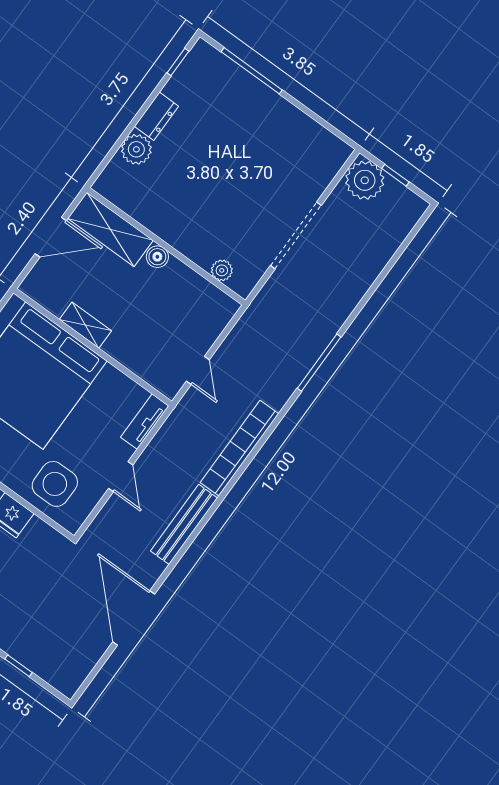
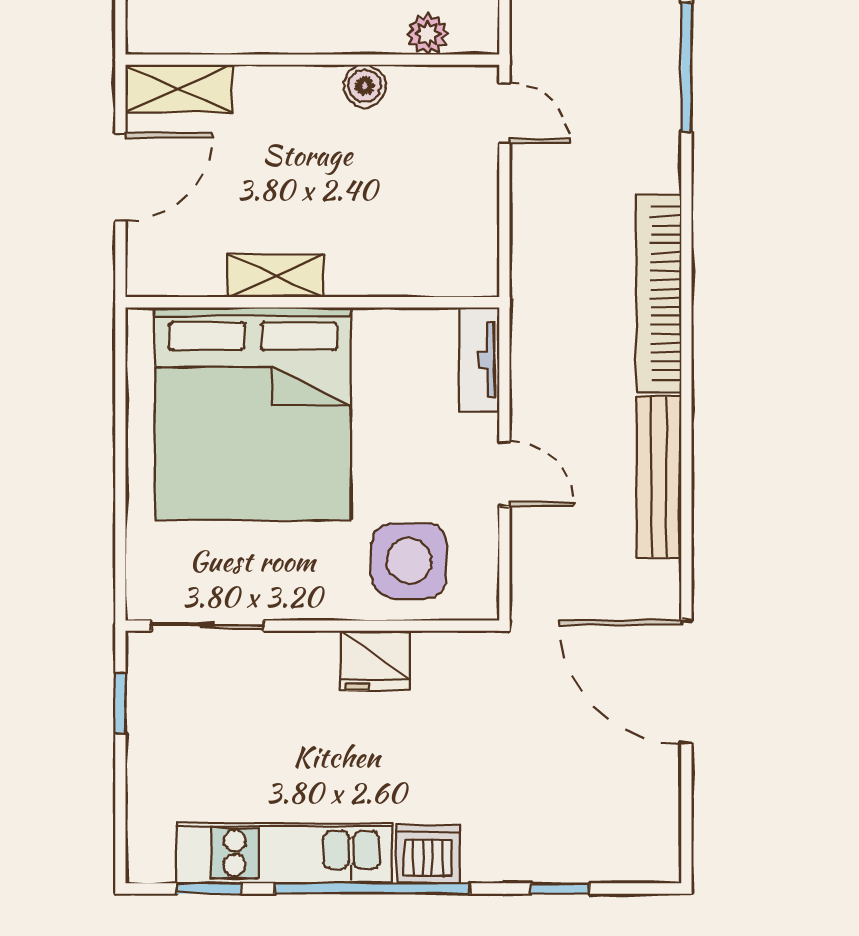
shelving: (110, 229) -> (179, 89), width x0.67, depth x0.75
boiler: (157, 257) -> (365, 86), moved
door: (198, 370) -> (504, 113), moved

